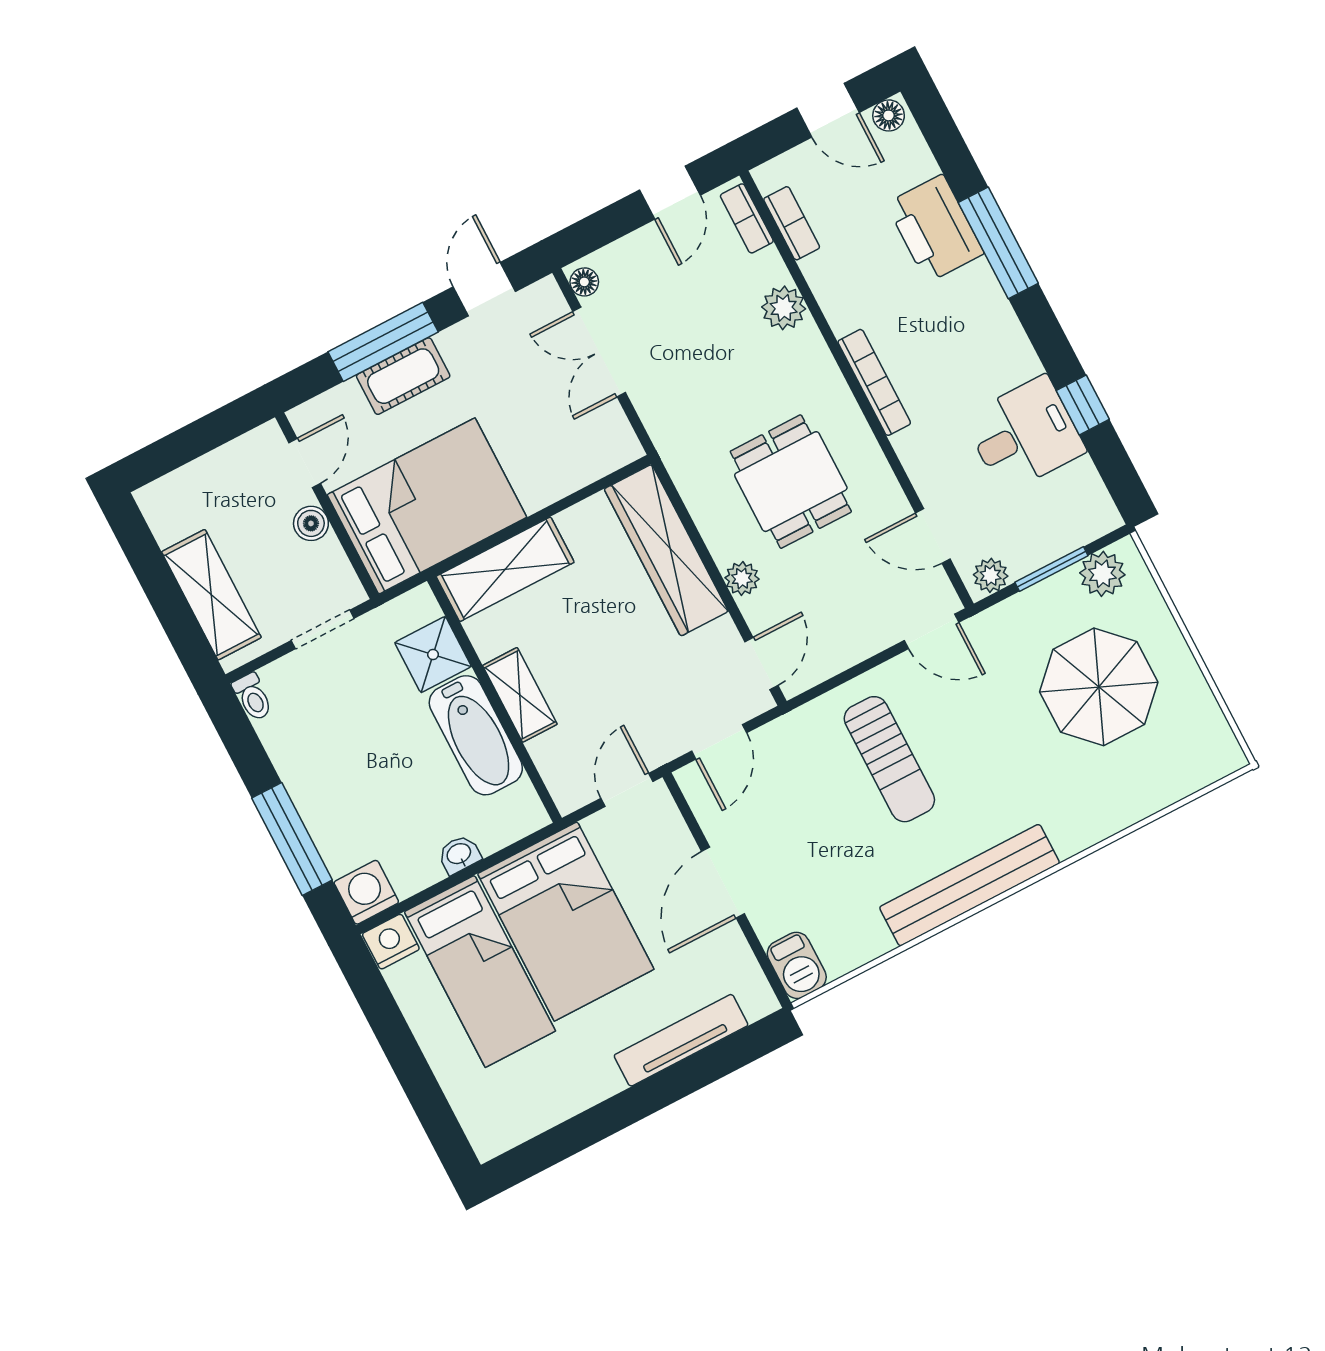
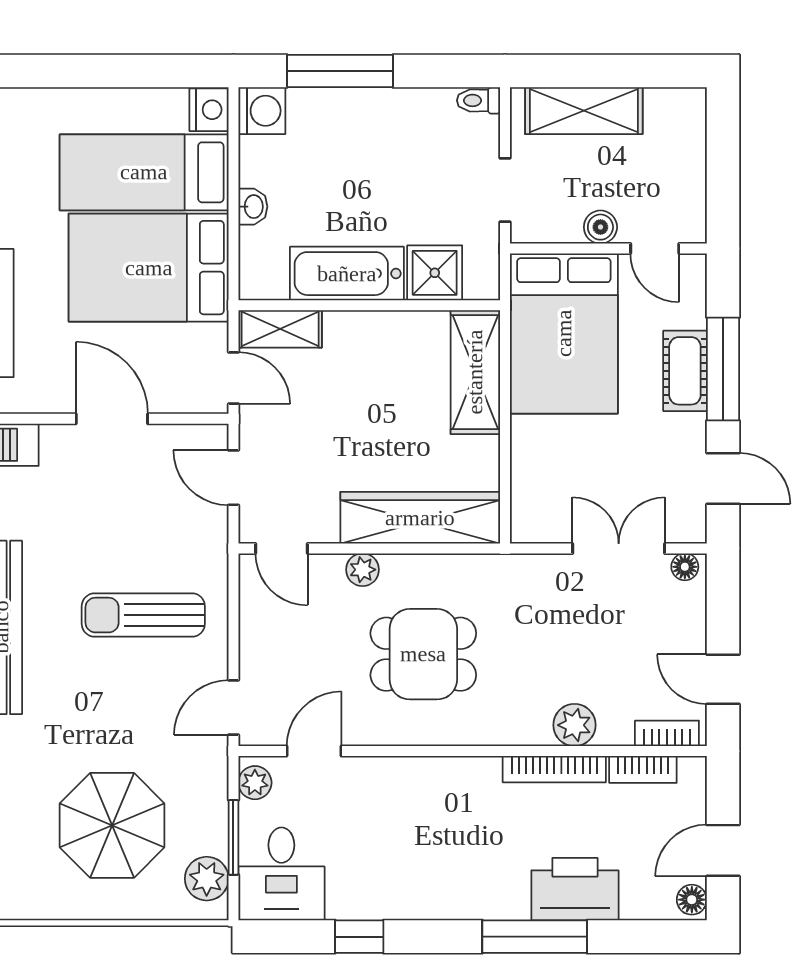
bookcase: (874, 382) -> (554, 769), moved
desk: (1024, 434) -> (281, 874), moved
shelving: (520, 695) -> (280, 329), moved

